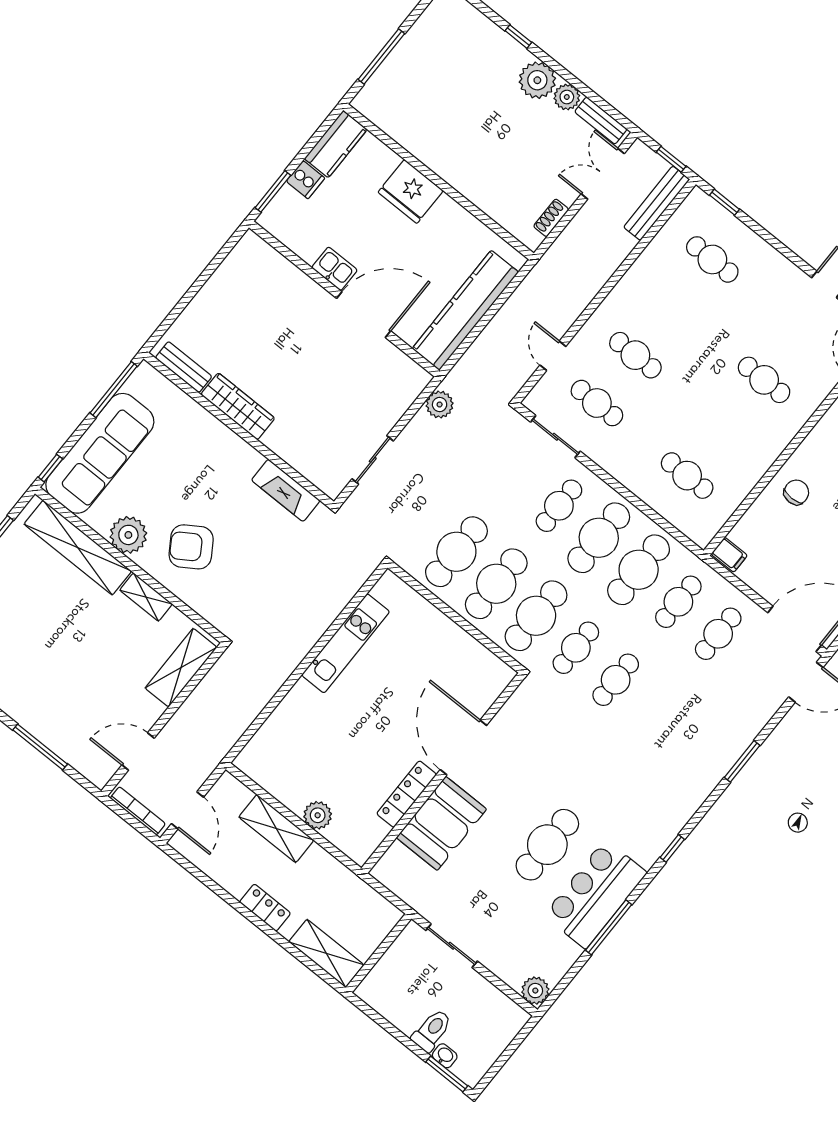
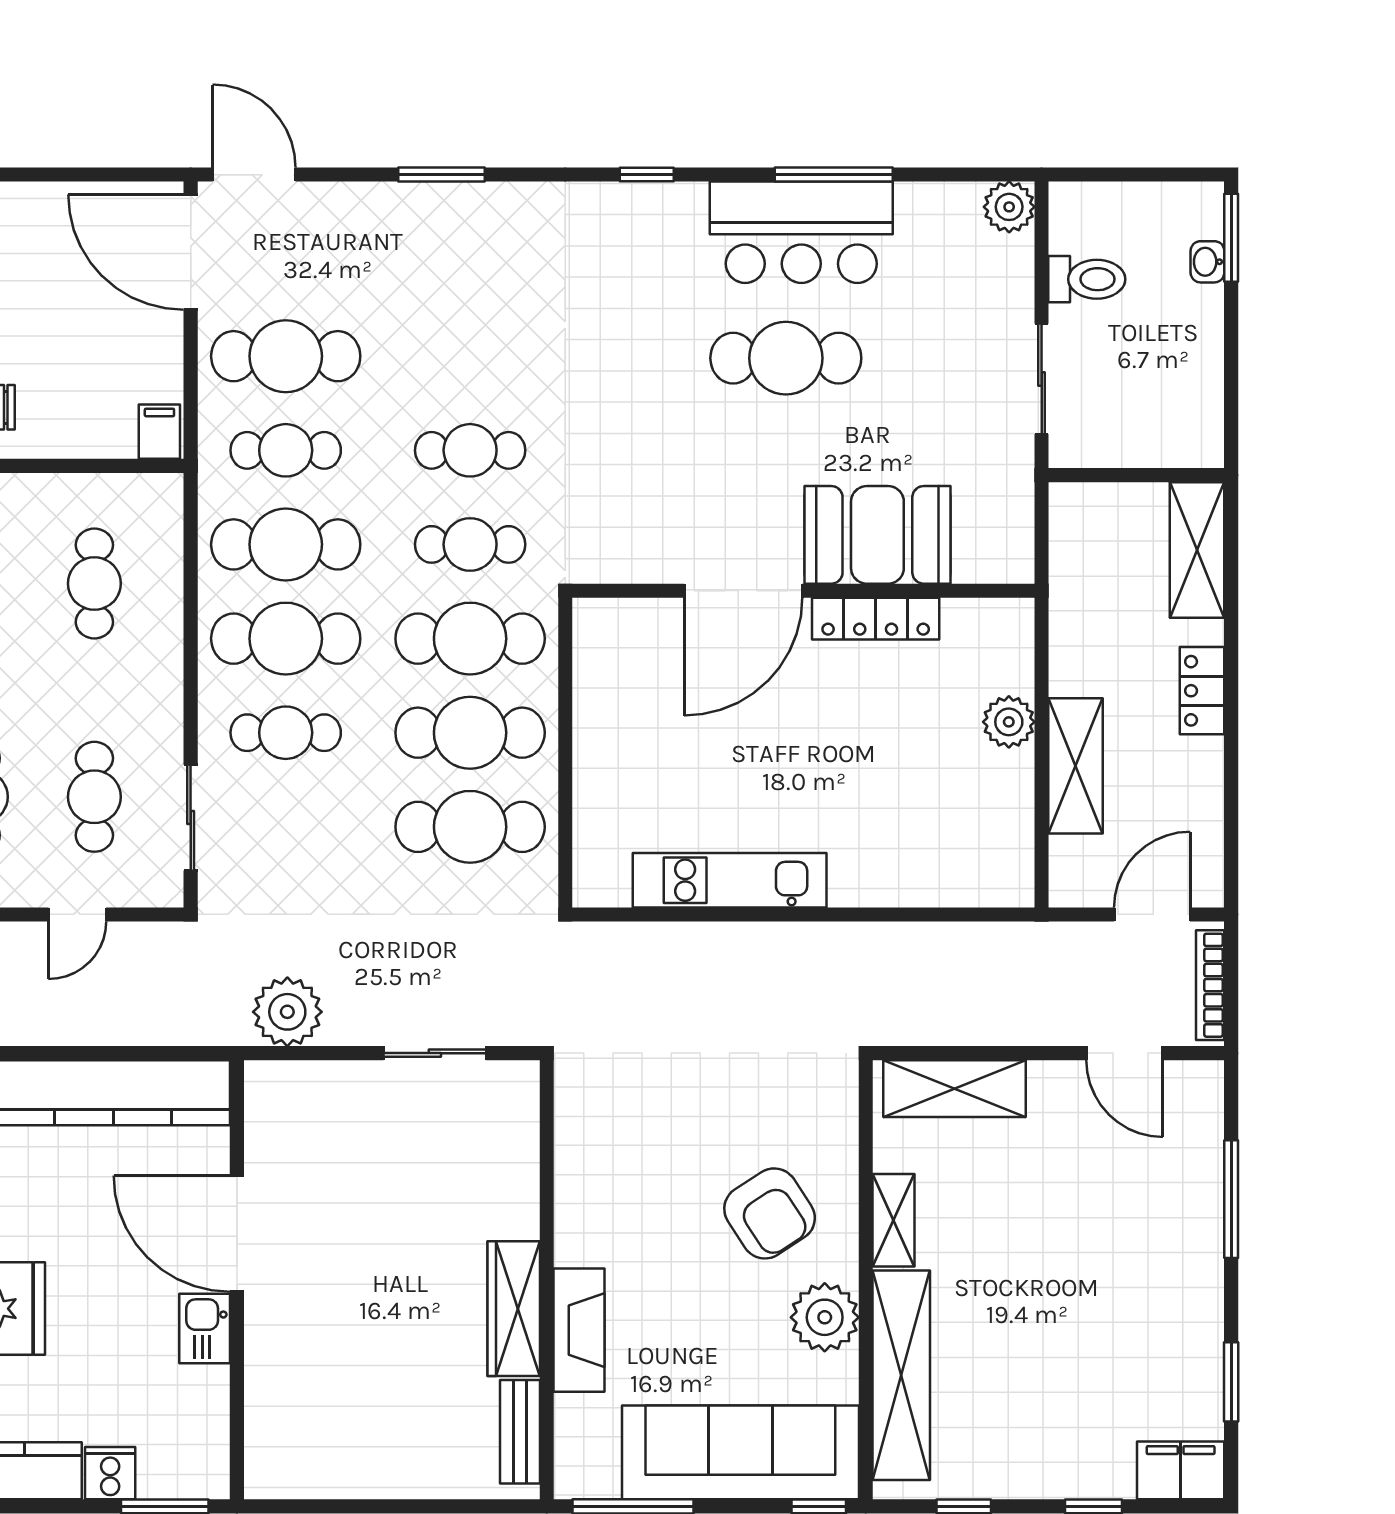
plant: (440, 405) -> (287, 1012), width x1.36, depth x1.36
fireplace: (286, 490) -> (579, 1330), moved
cafe table: (718, 634) -> (286, 356), width x1.37, depth x1.35
toilet: (432, 1030) -> (1087, 279), moved, turned 180

